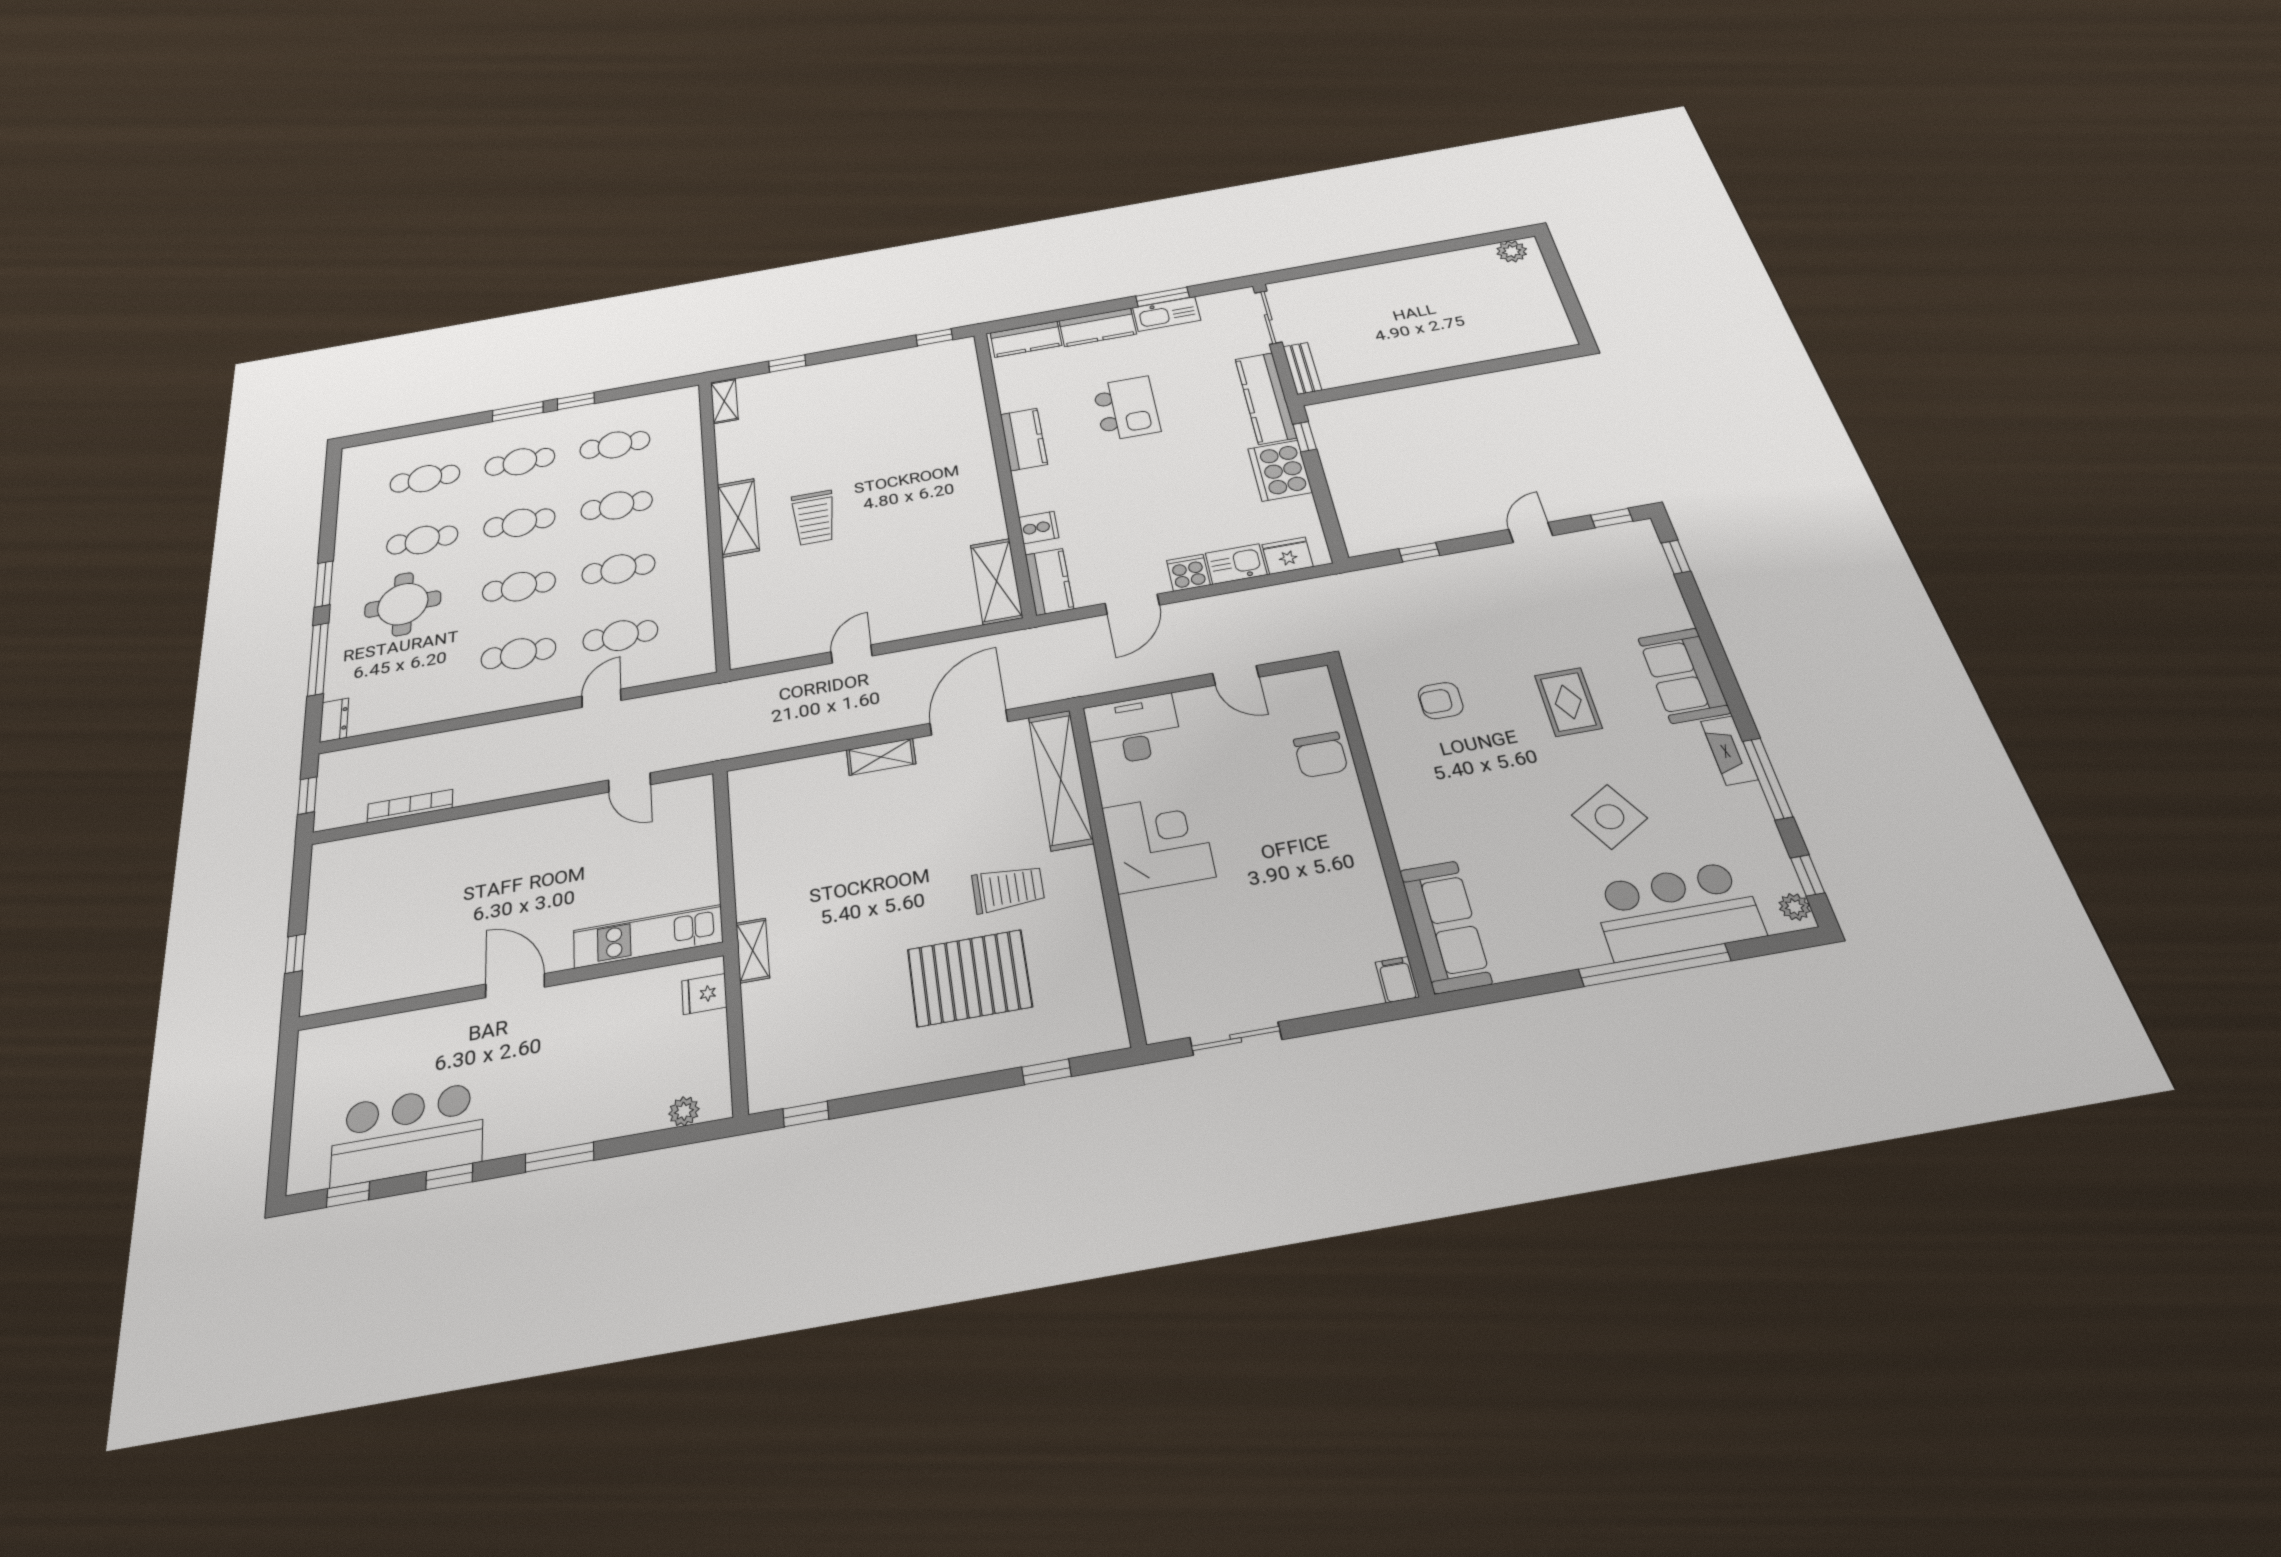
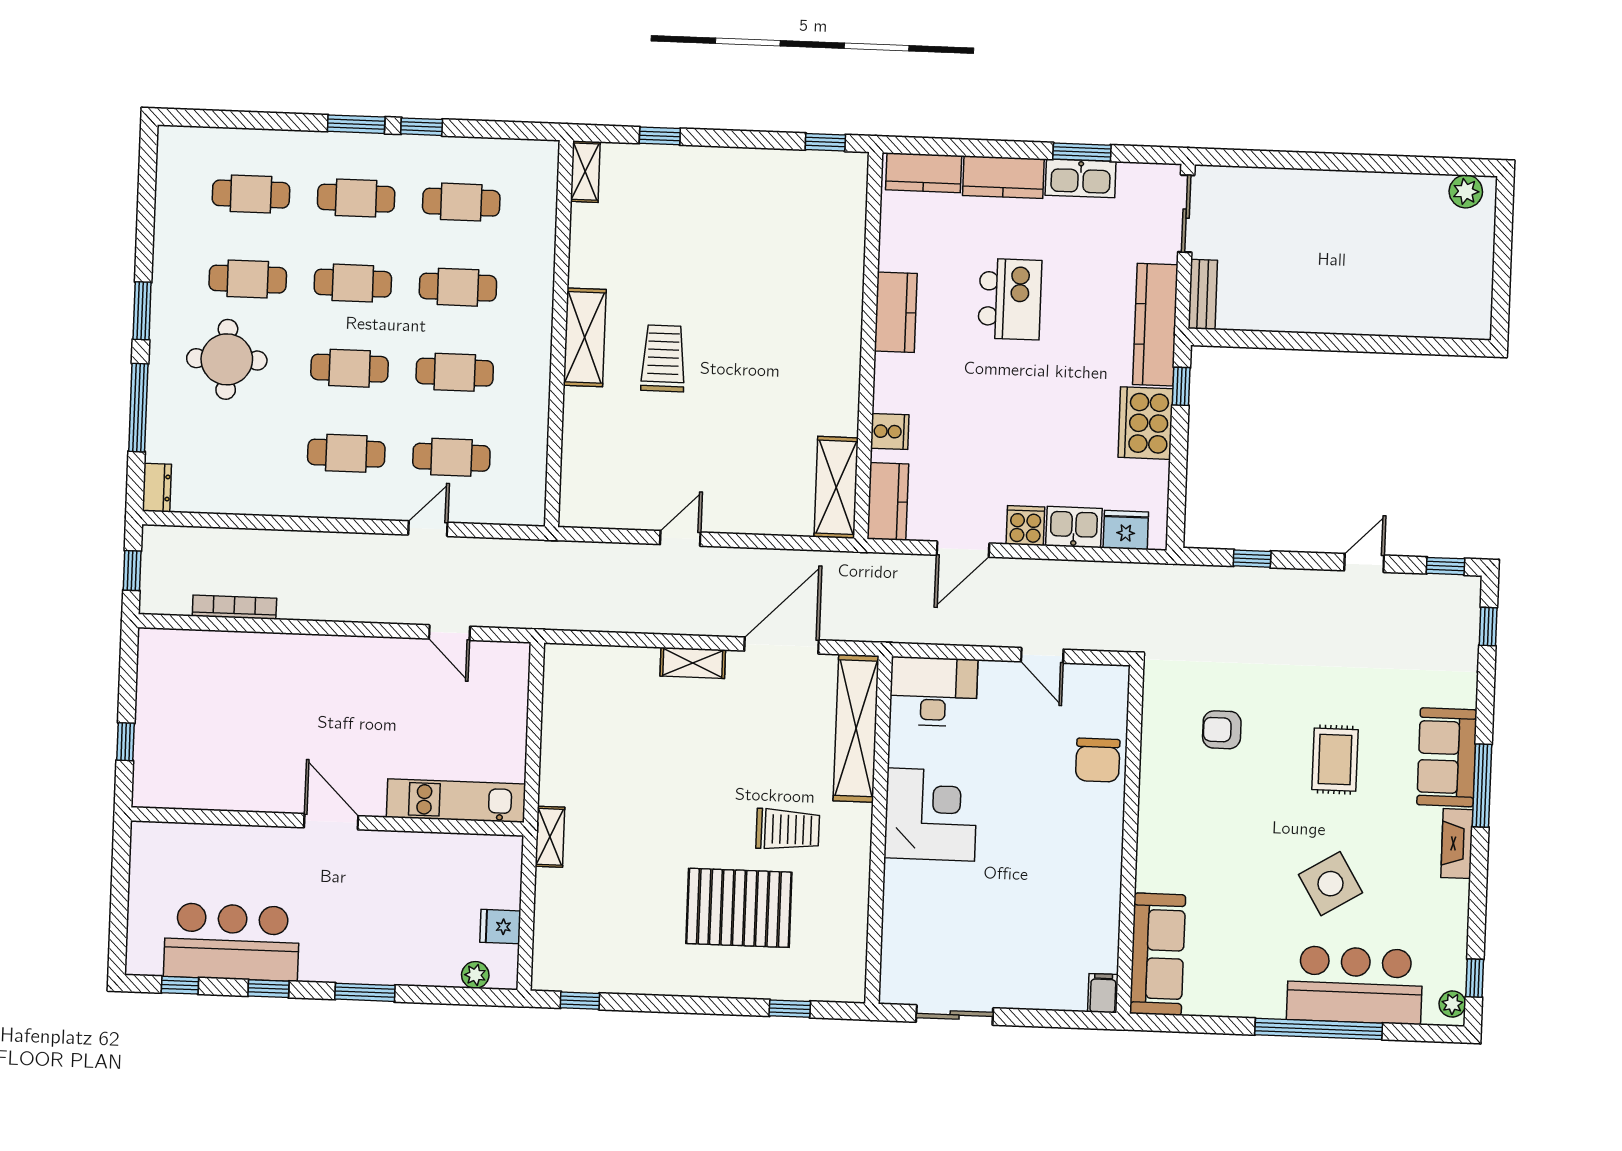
trolley: (814, 518) -> (663, 358), turned 180
window: (1768, 779) -> (1482, 786), moved
fridge: (704, 994) -> (500, 927), moved

